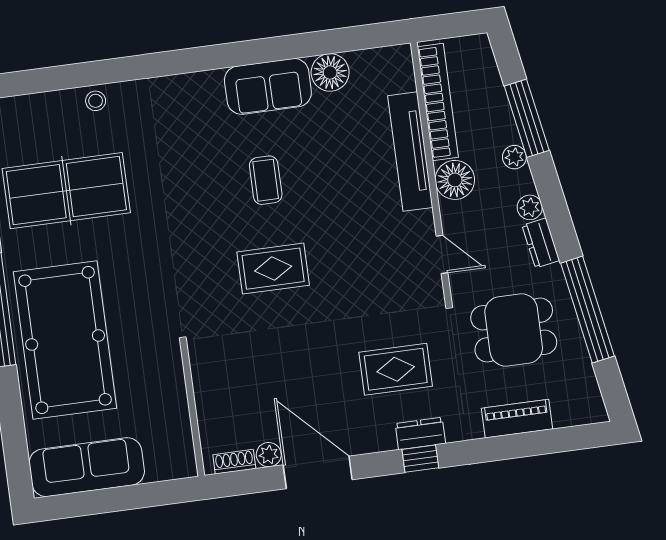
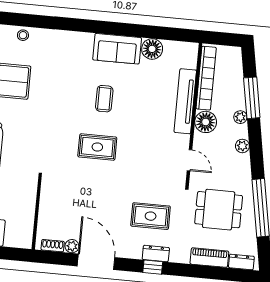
dresser: (541, 243) -> (241, 262), moved, turned 100

